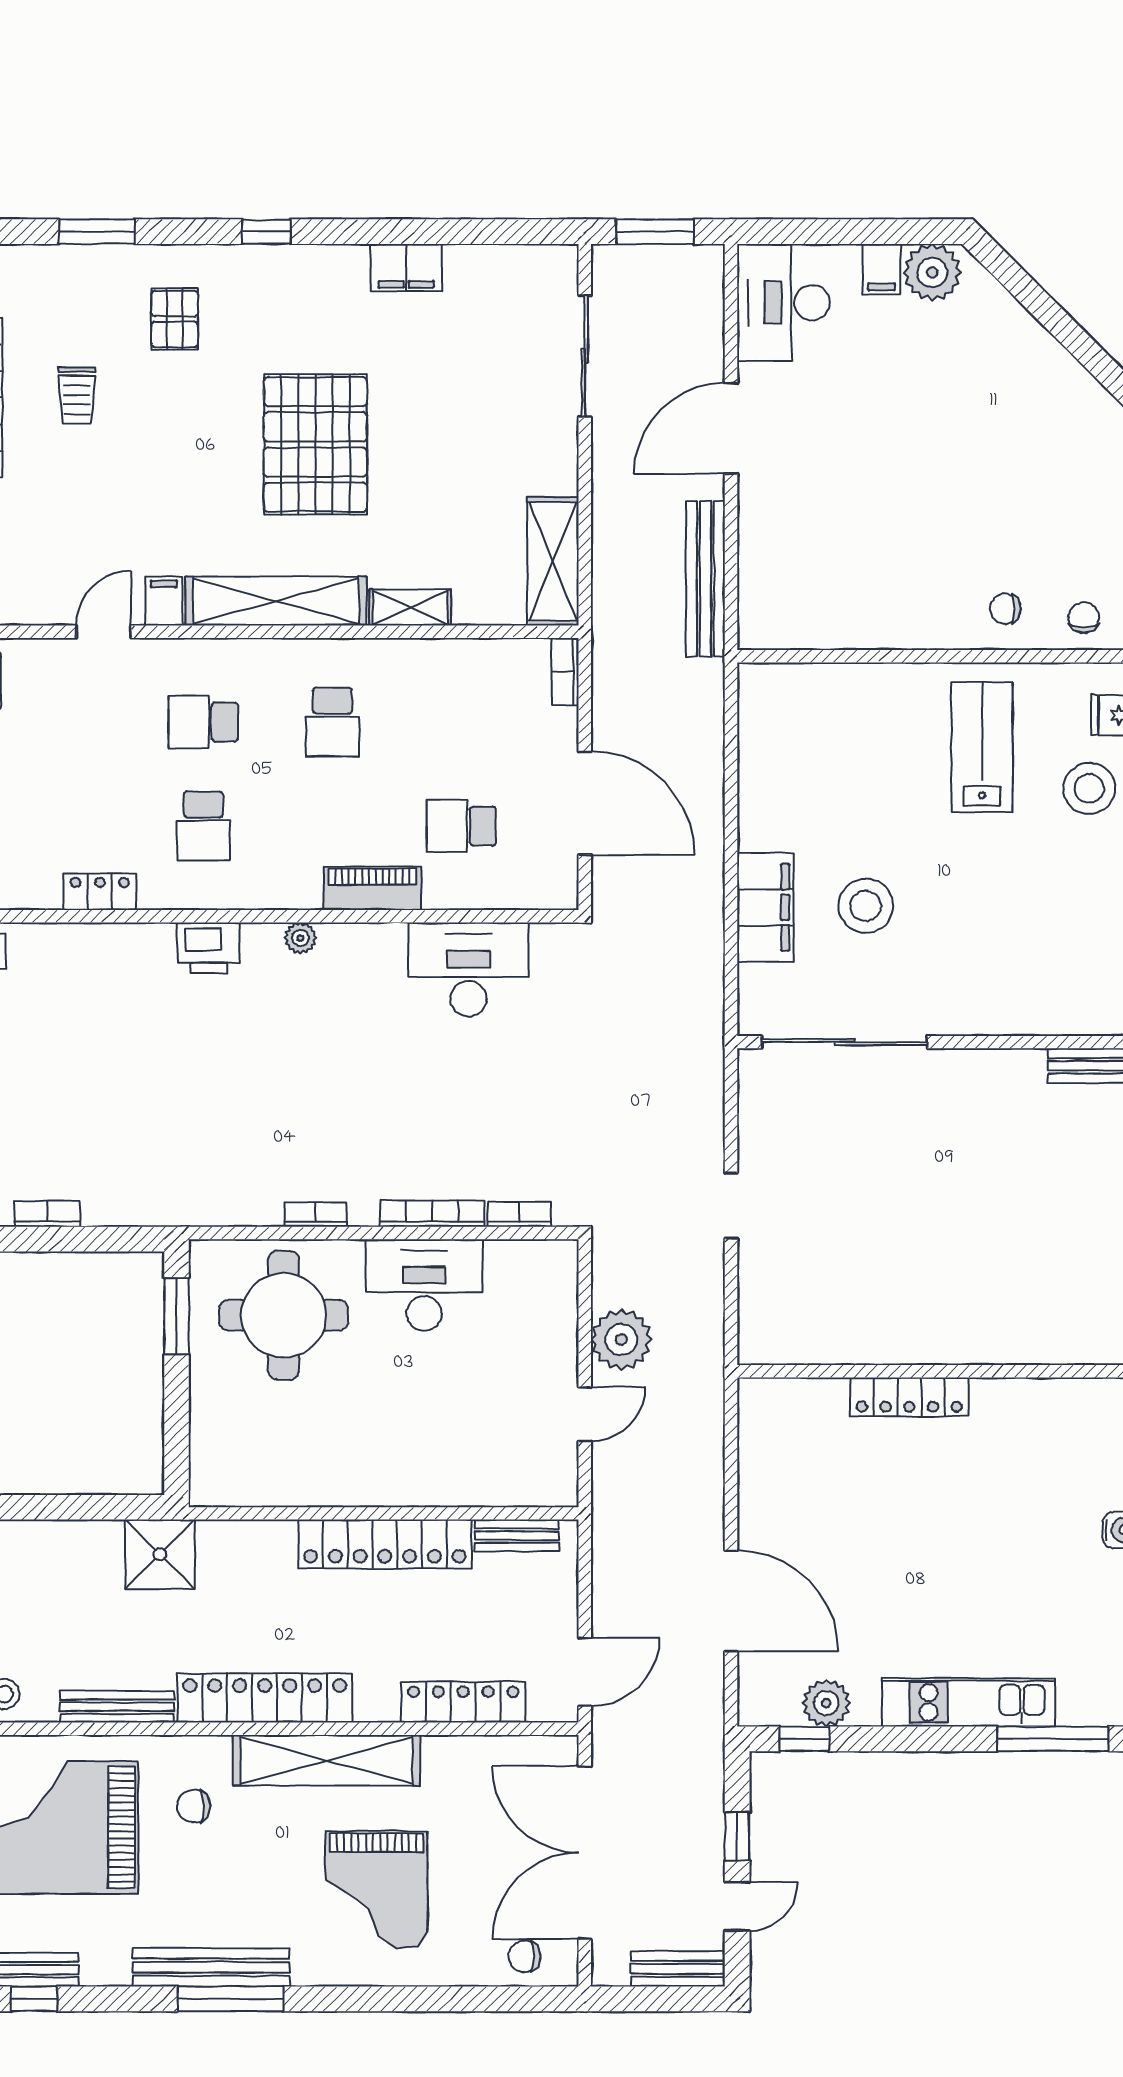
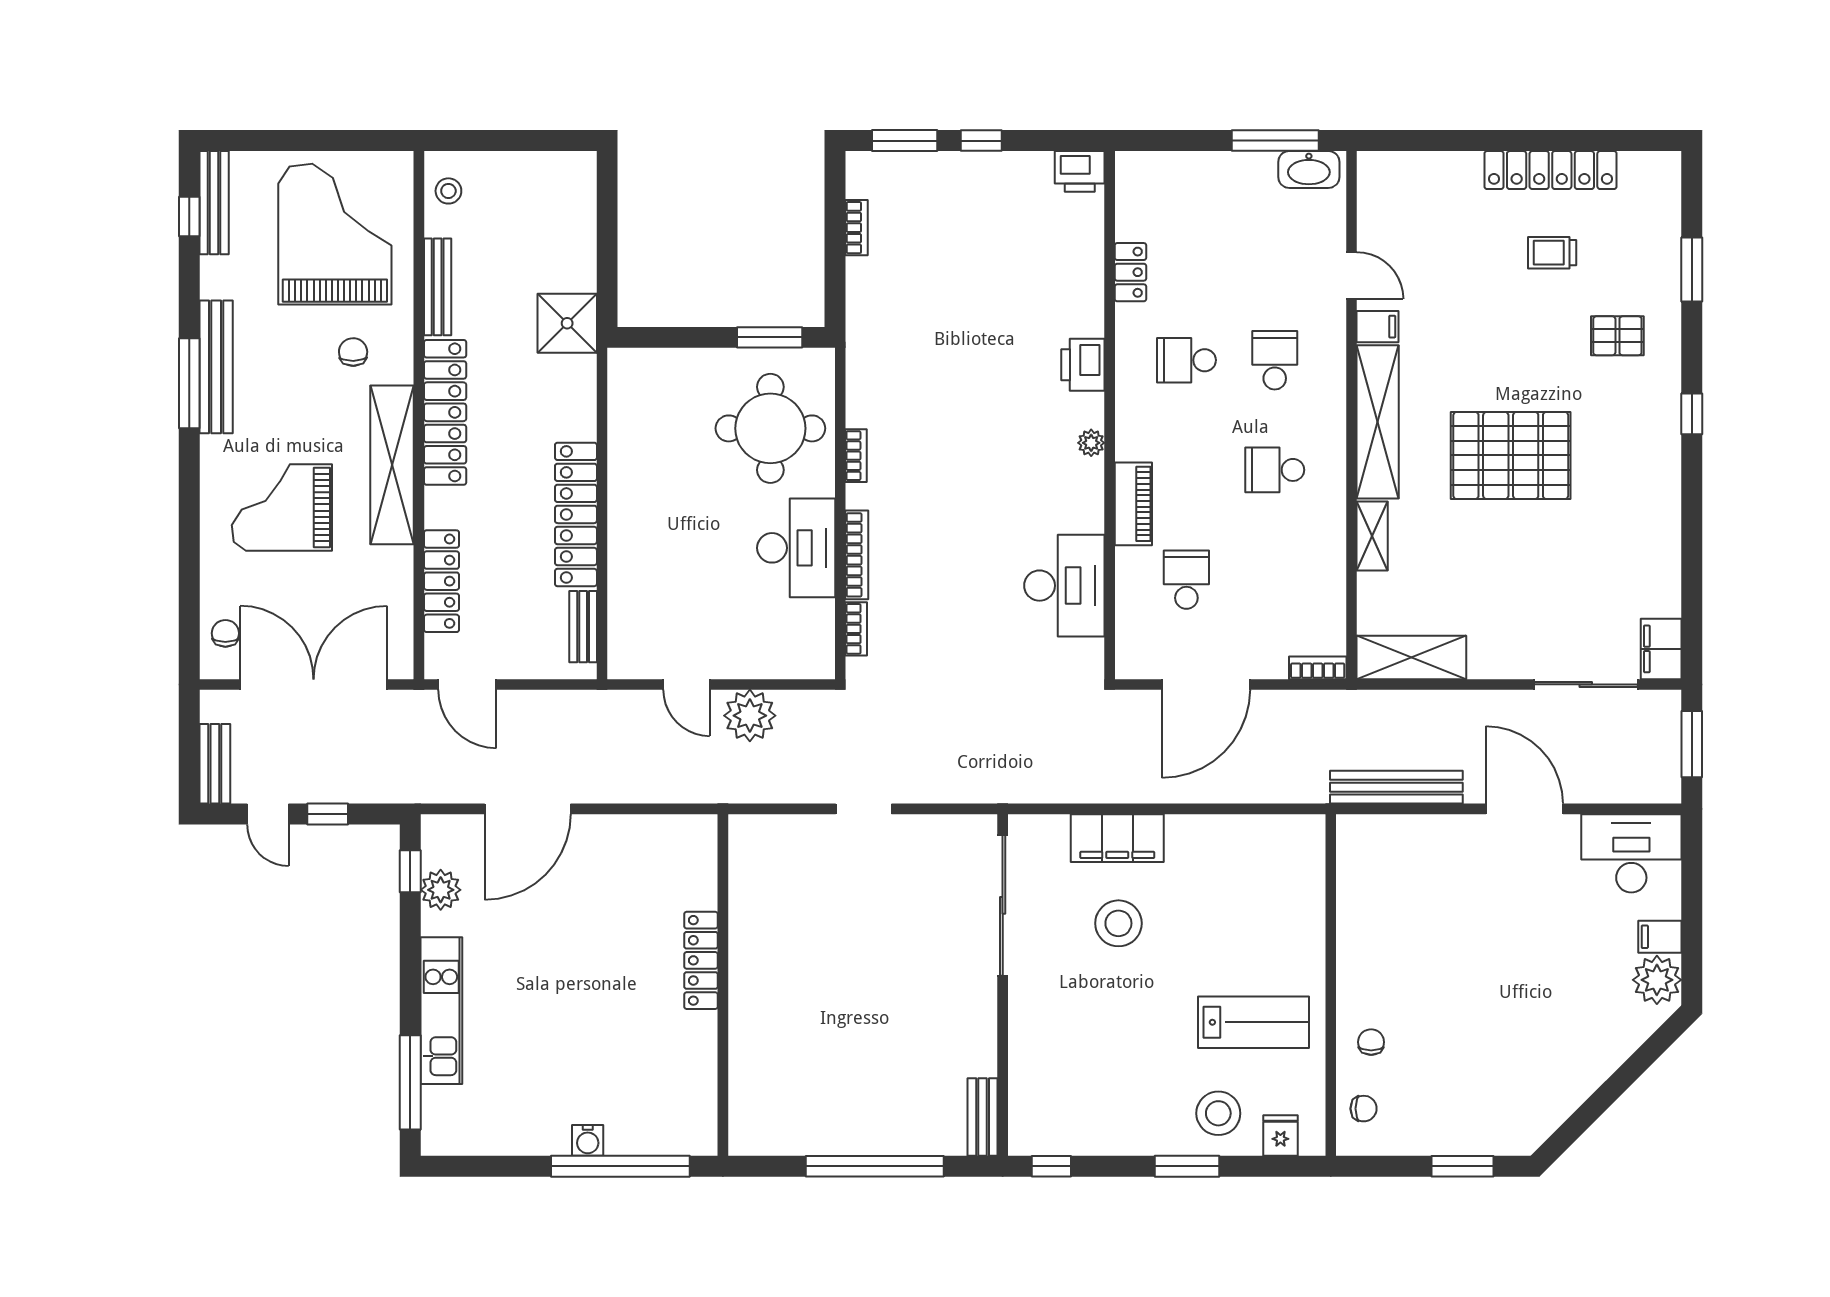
filing cabinet: (406, 268) -> (1661, 649), moved

